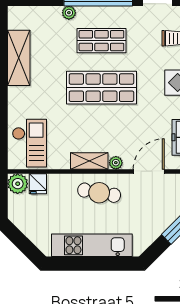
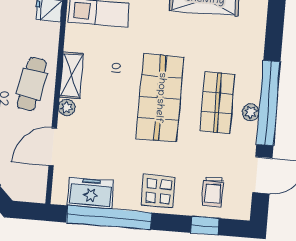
plant: (69, 13) -> (251, 112), moved
door: (149, 171) -> (53, 147), swing flipped

